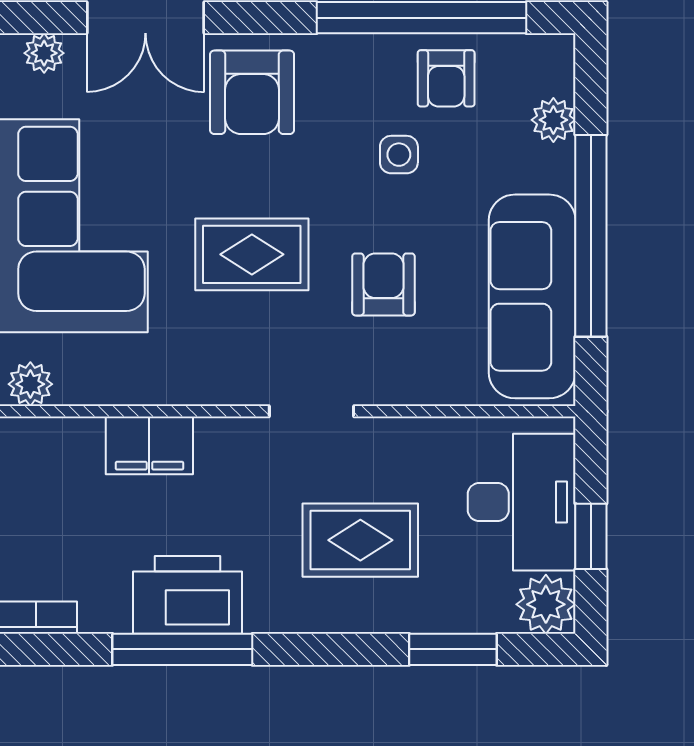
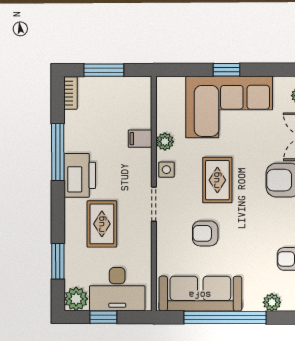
side table: (399, 155) -> (166, 170), moved
armchair: (383, 284) -> (205, 233), turned 180
plant: (30, 384) -> (165, 142), moved
filing cabinet: (149, 445) -> (140, 139), width x0.50
printer: (187, 595) -> (80, 175), moved

